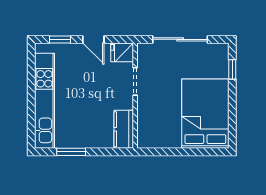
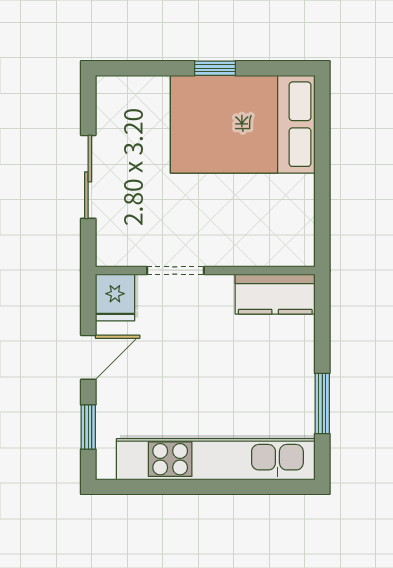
sliding door: (180, 39) -> (88, 177), width x0.73
window: (232, 69) -> (215, 68), moved

